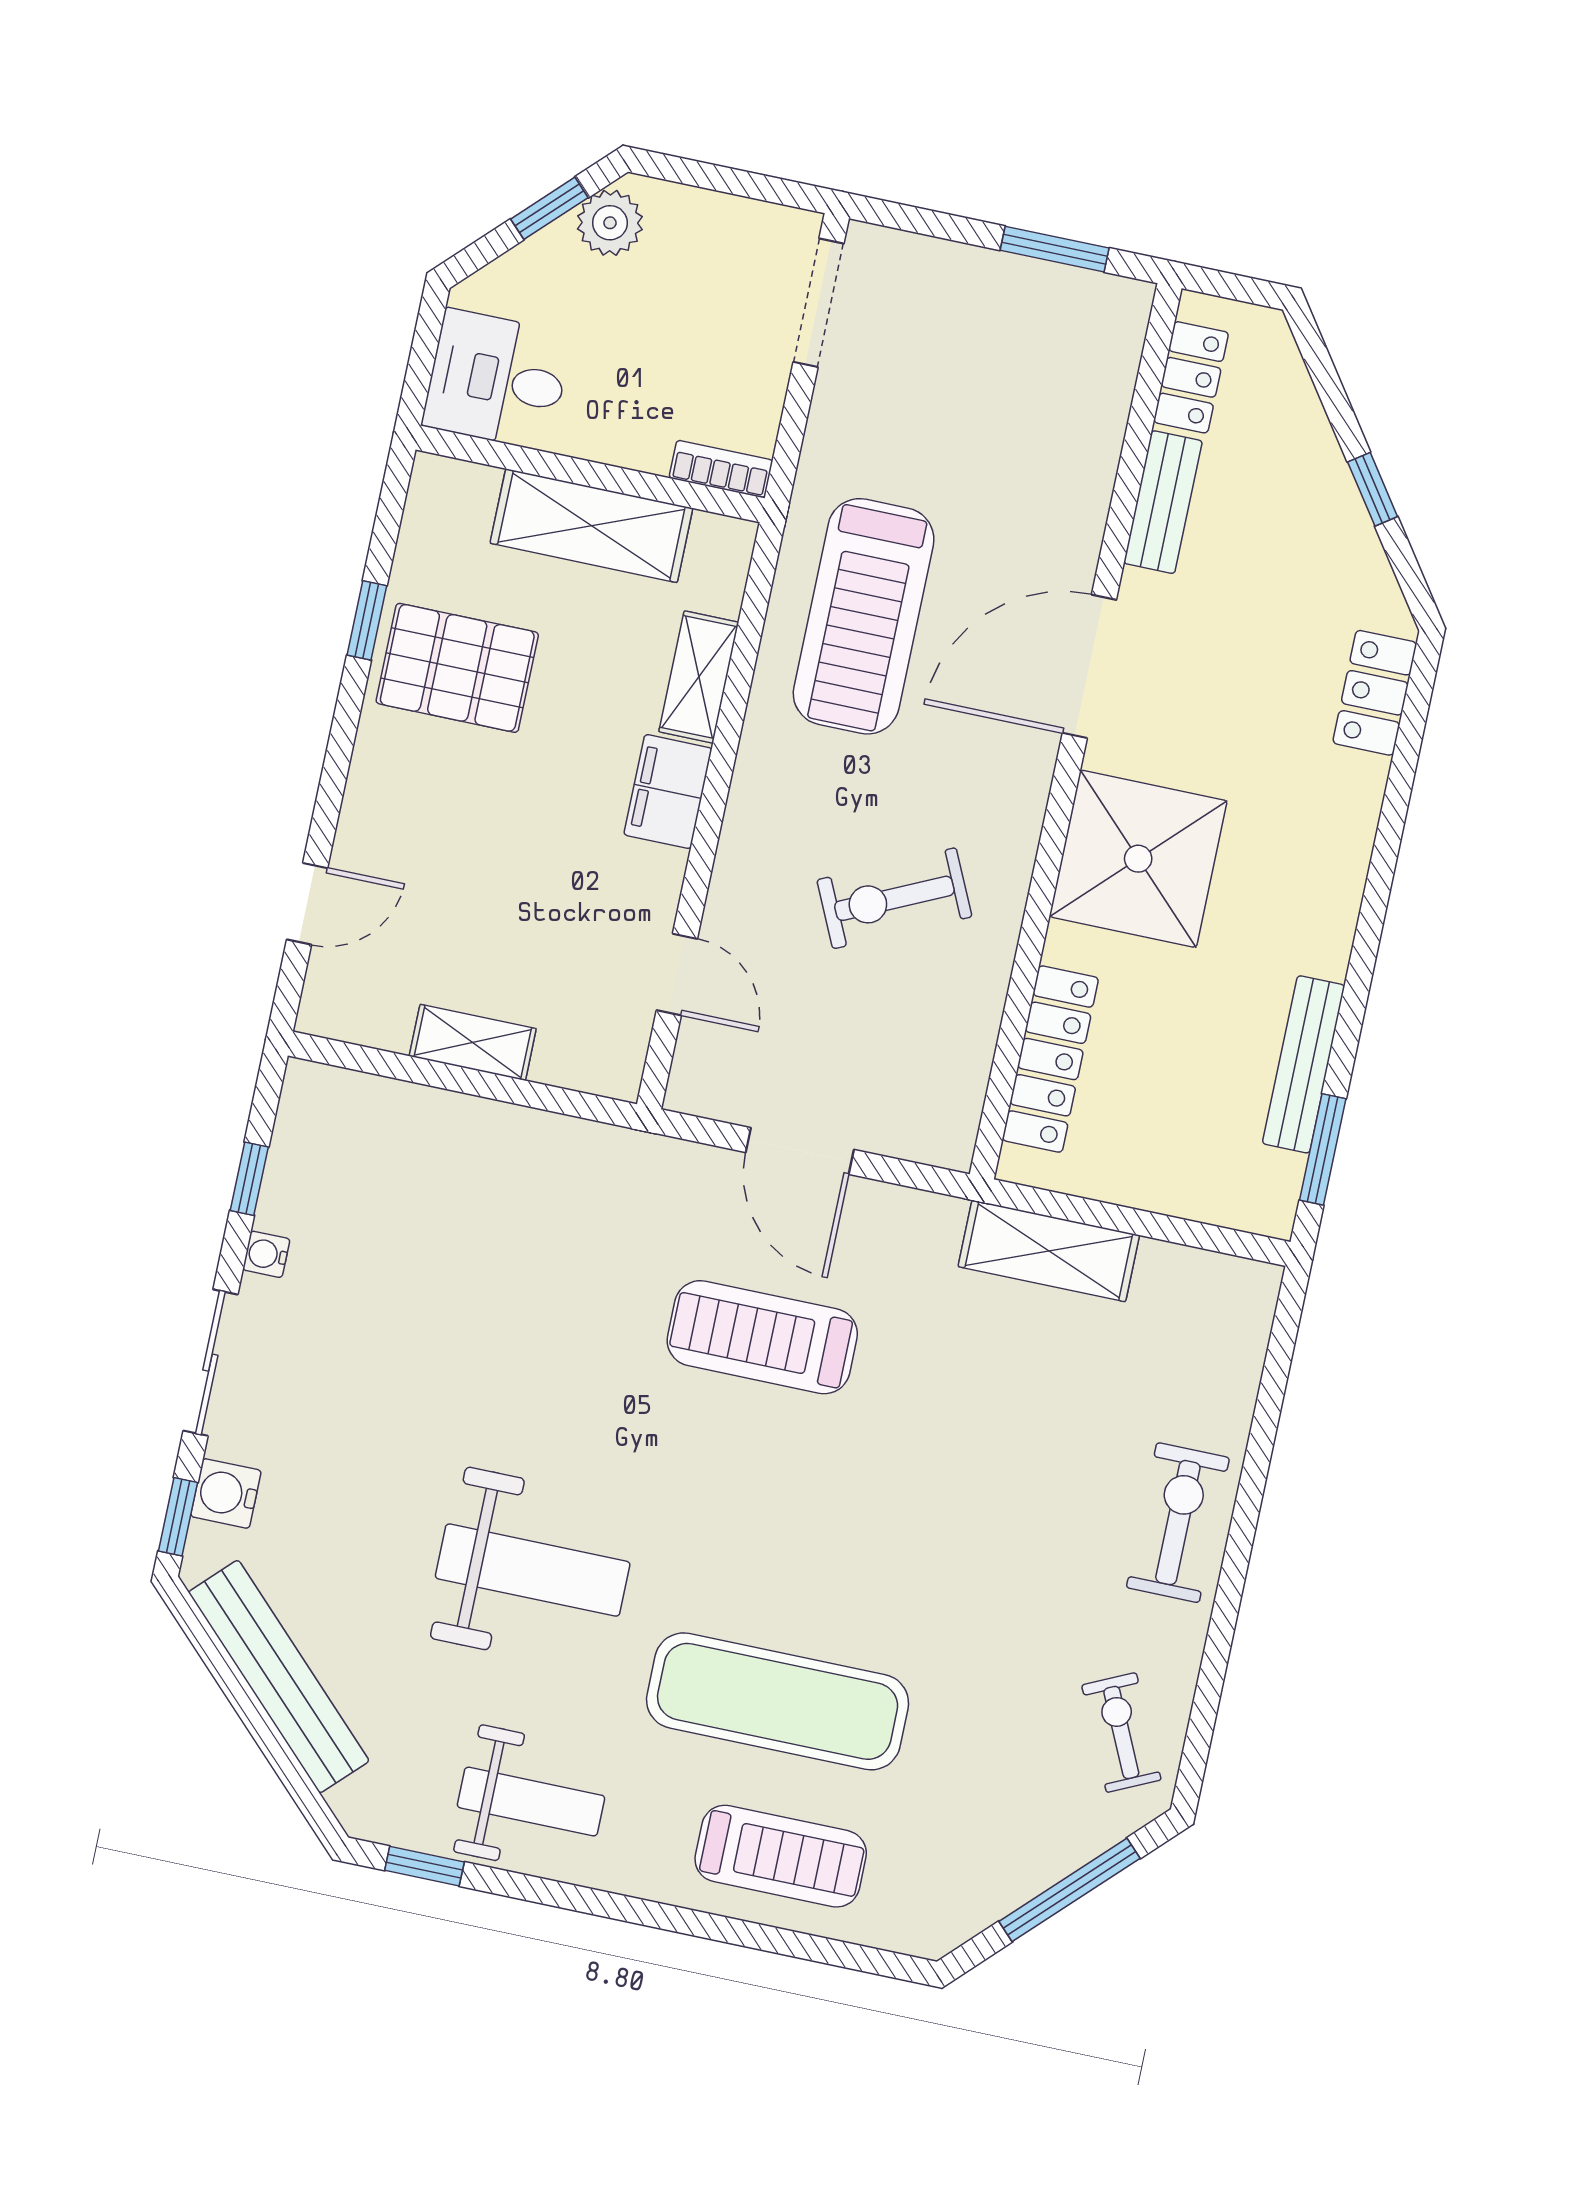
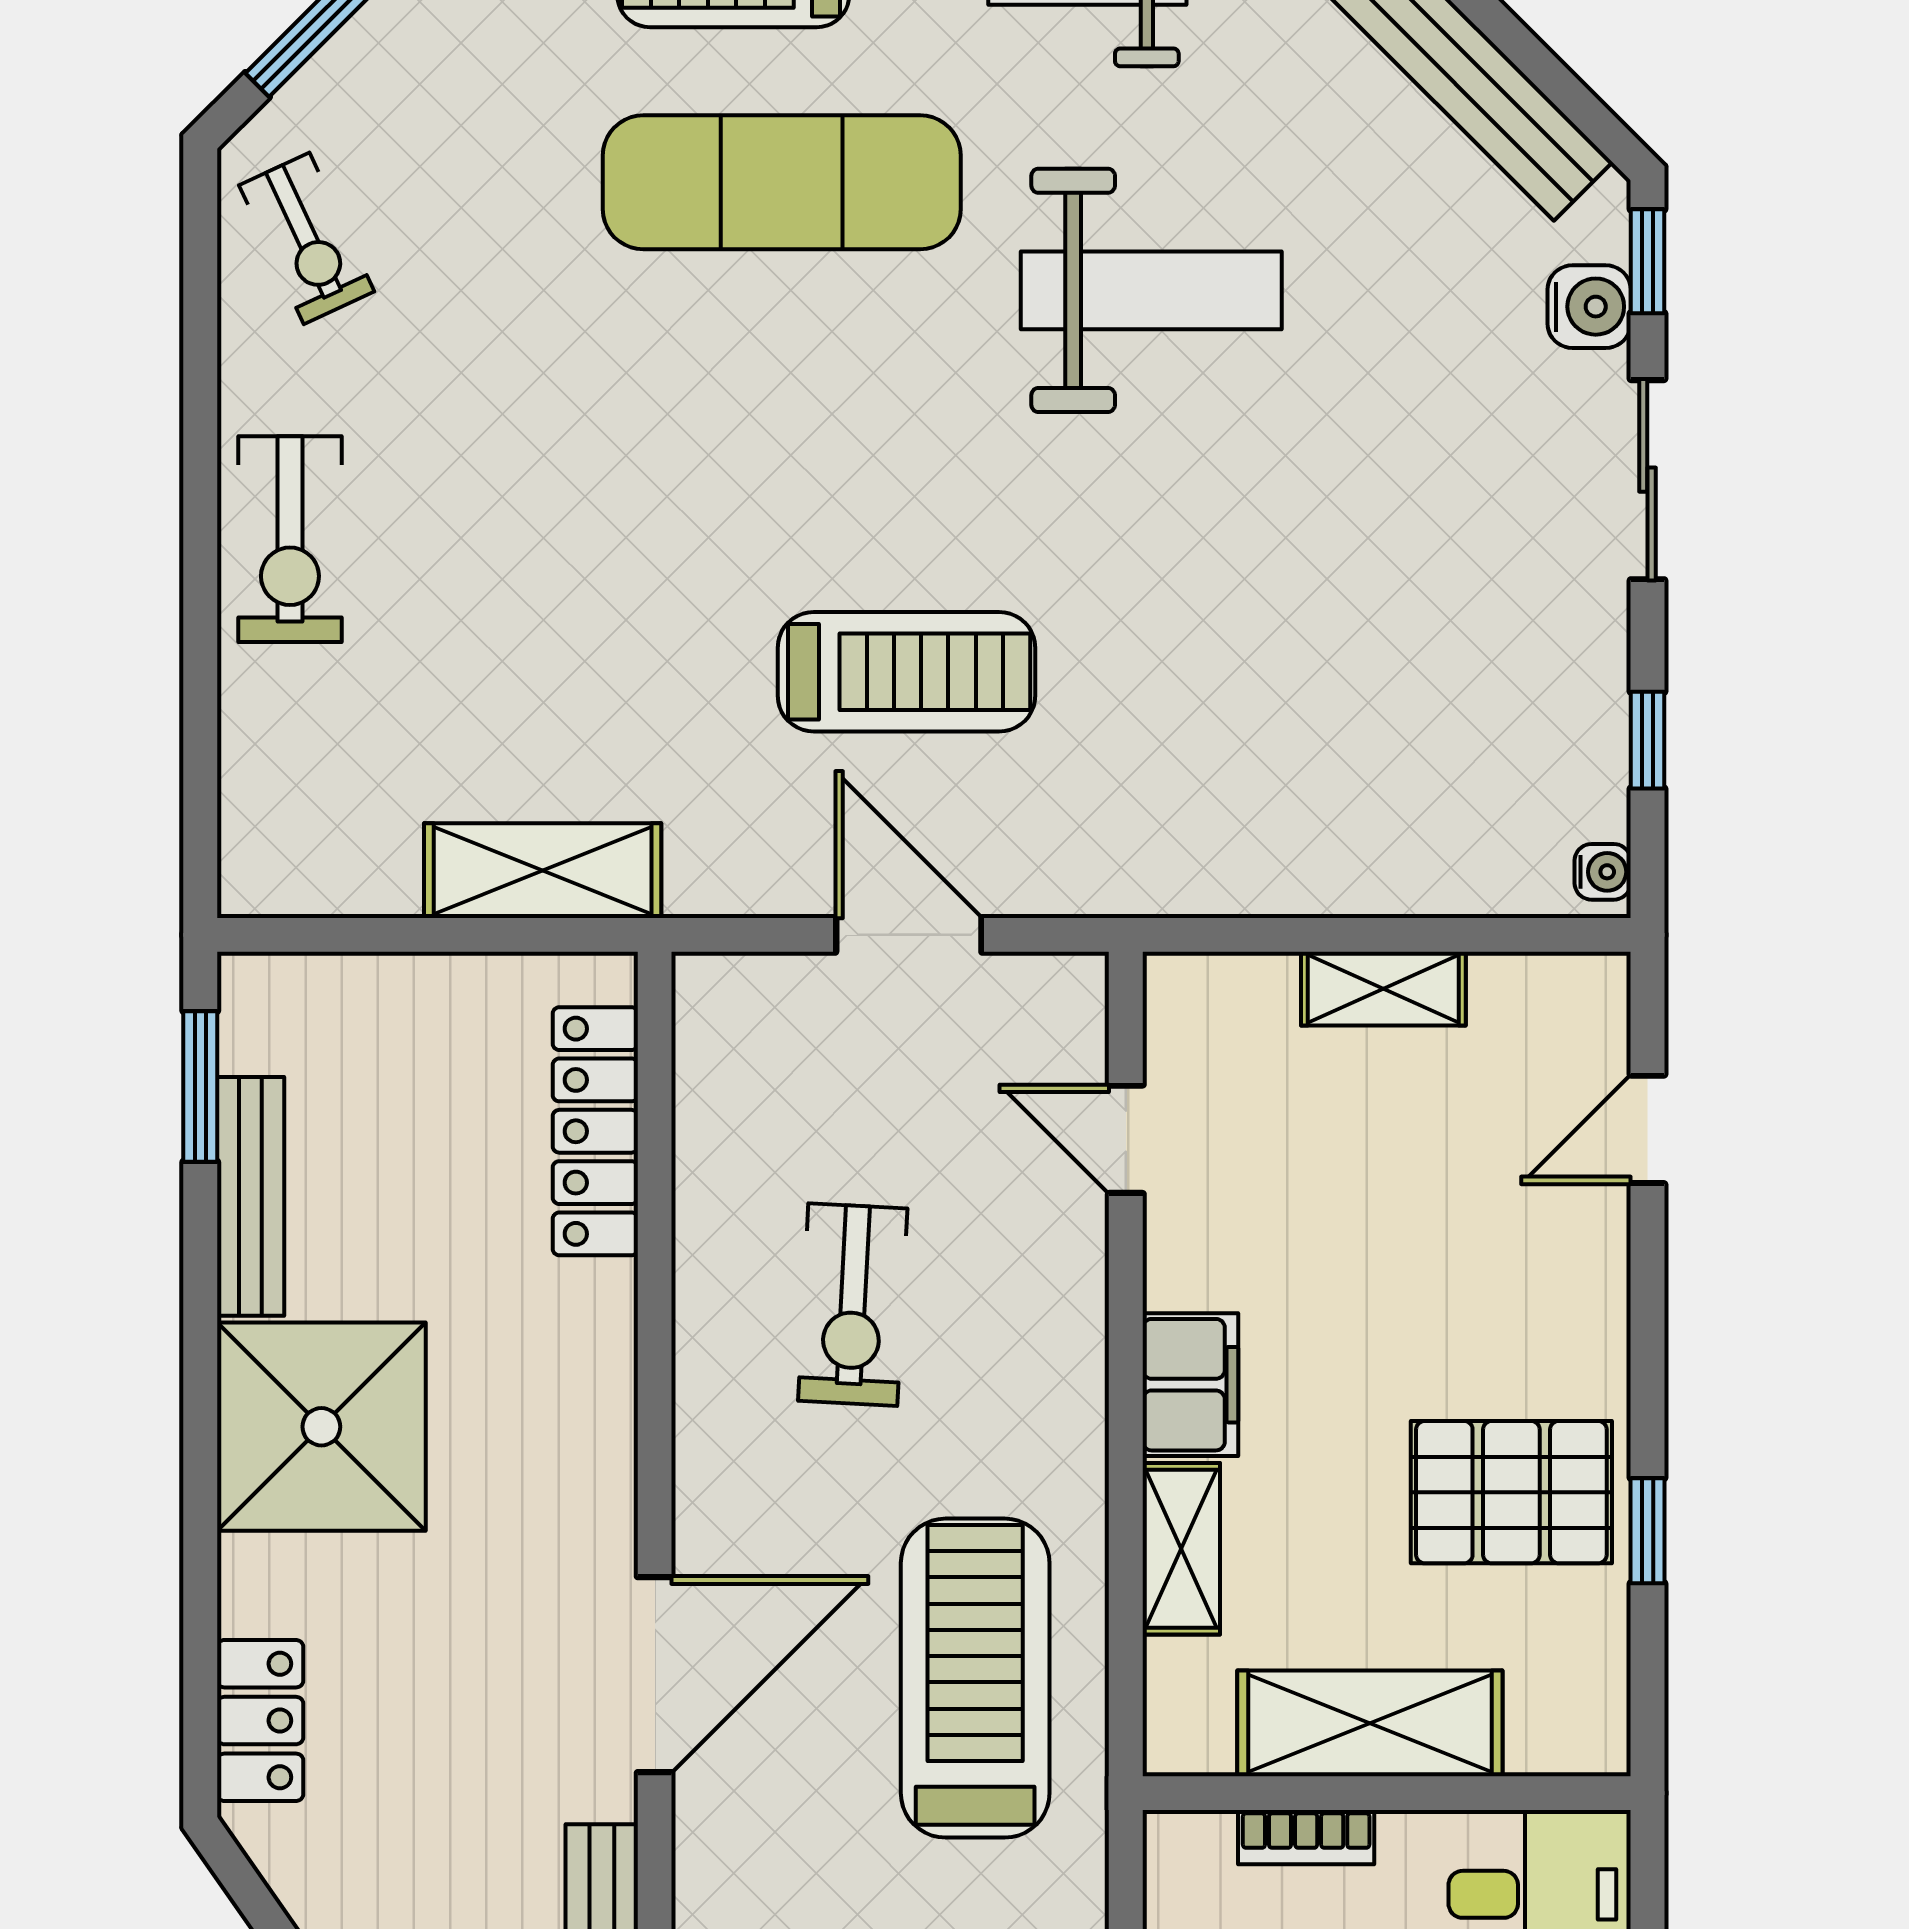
bookcase: (721, 469) -> (1306, 1837), moved
shower: (1138, 859) -> (321, 1427), moved
exercise bike: (894, 898) -> (853, 1305), turned 118
water cooler: (266, 1254) -> (1603, 872), moved
weight bench: (533, 1570) -> (1151, 290), turned 180

